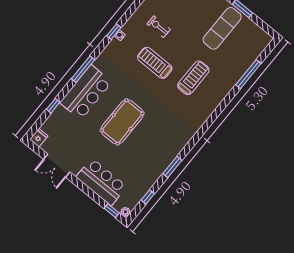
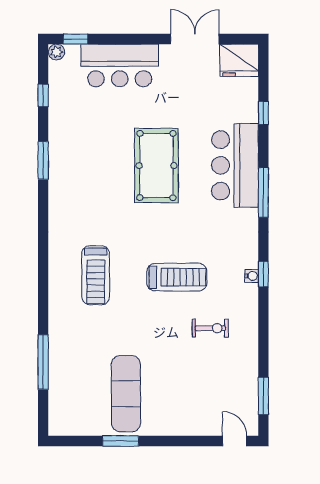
treadmill: (193, 78) -> (96, 275), moved
fridge: (39, 138) -> (239, 60), width x1.88, depth x1.34

